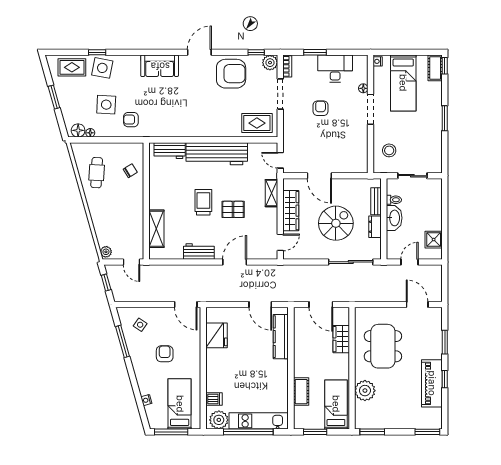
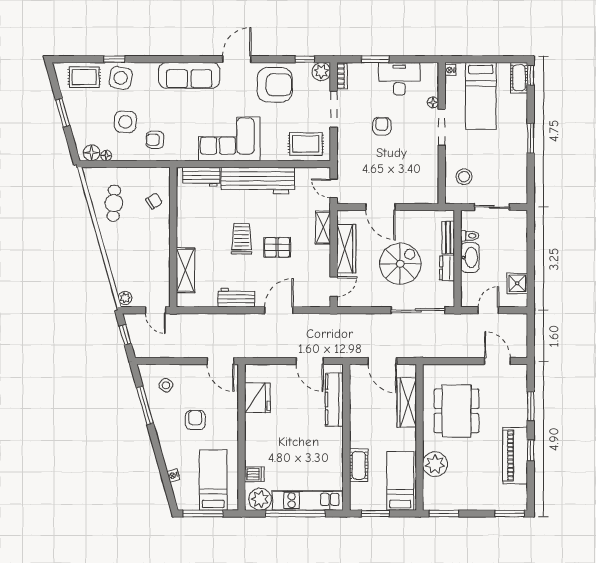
sofa: (160, 66) -> (189, 75), width x1.36
corner sofa: (193, 119) -> (229, 139), added
wardrobe: (341, 339) -> (407, 403), width x1.50

